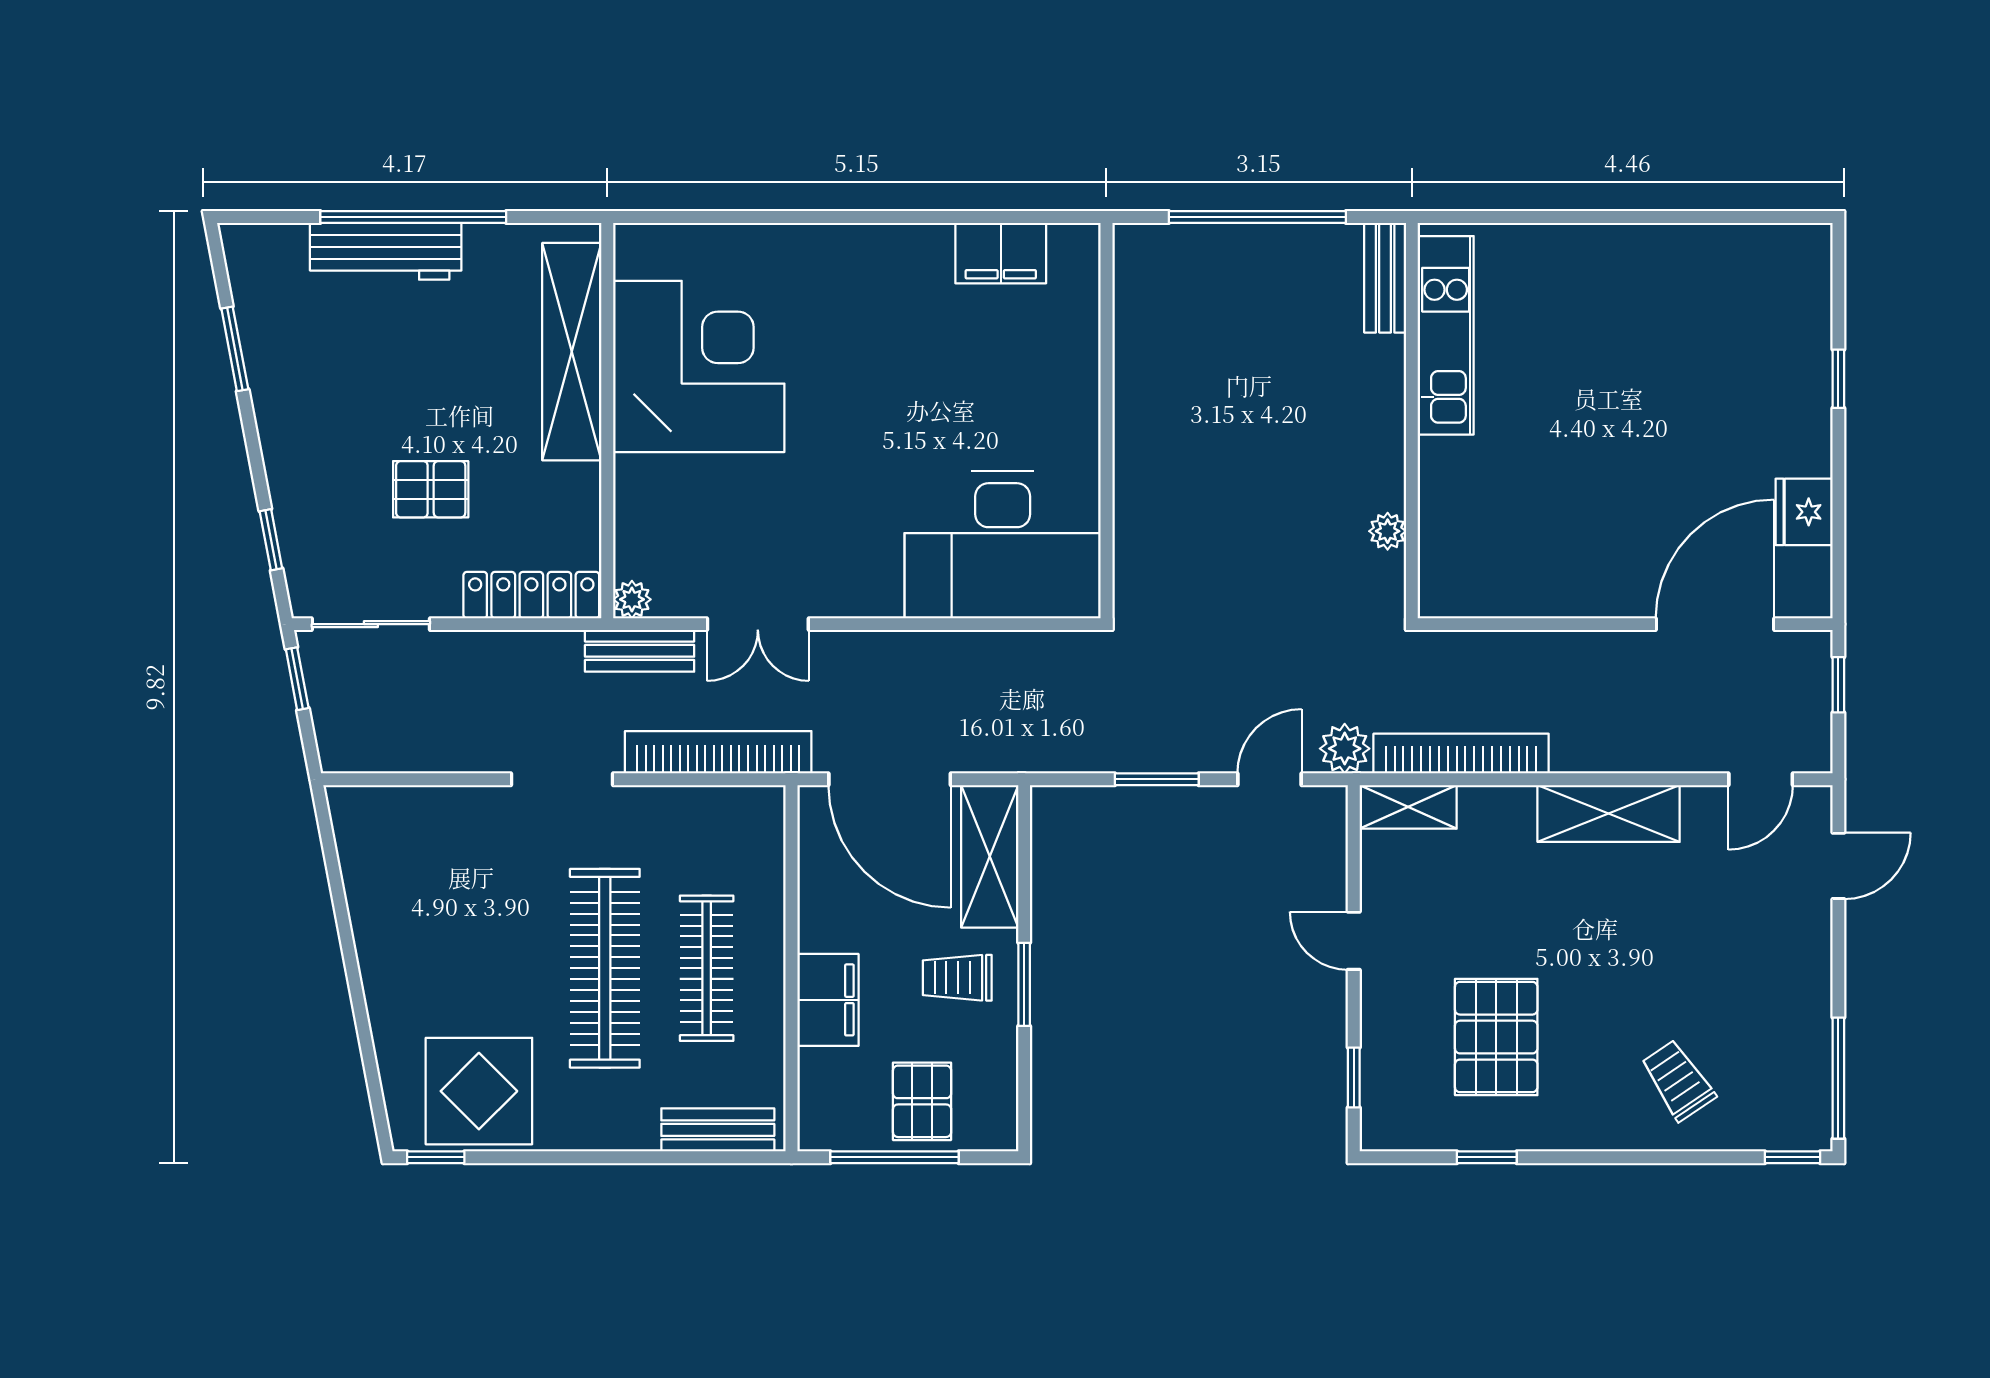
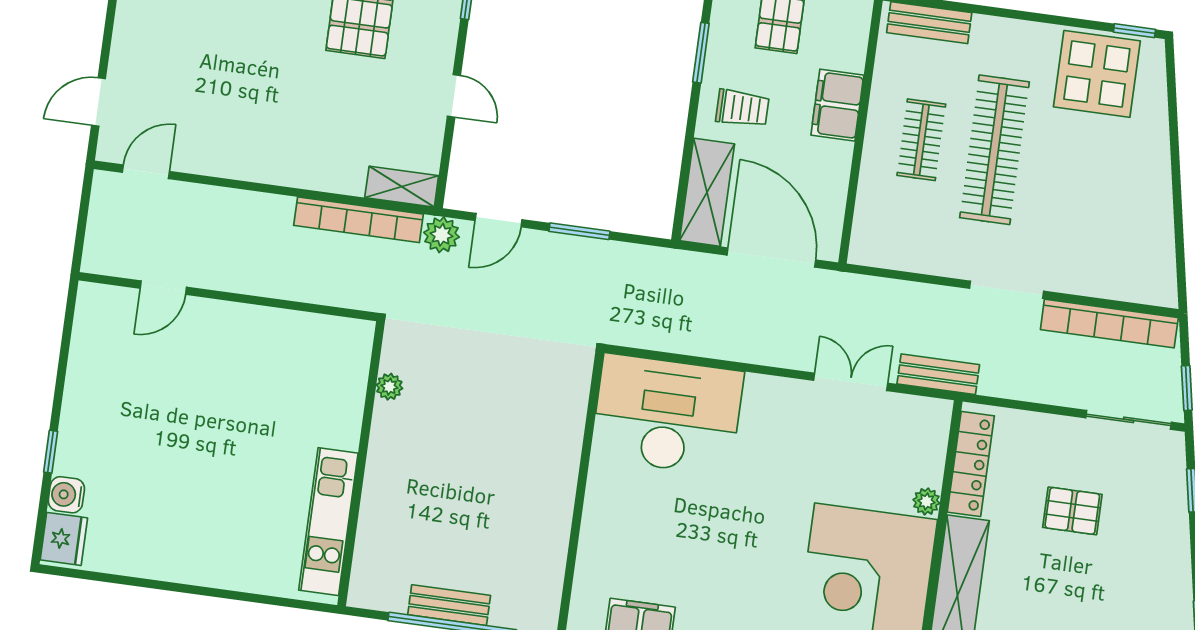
bench: (1385, 278) -> (449, 605), moved, turned 90
water cooler: (1809, 323) -> (66, 495), added
fridge: (1804, 512) -> (64, 539), moved
locker: (531, 595) -> (971, 464), moved, turned -90
plant: (632, 599) -> (926, 501), moved
door: (1715, 624) -> (163, 288), width x0.53
window: (1838, 685) -> (81, 232), removed
bookcase: (718, 752) -> (1109, 324), moved
shelving: (1609, 813) -> (258, 162), removed
clothes rail: (707, 968) -> (921, 140), width x0.73
window: (1024, 984) -> (701, 53), moved

